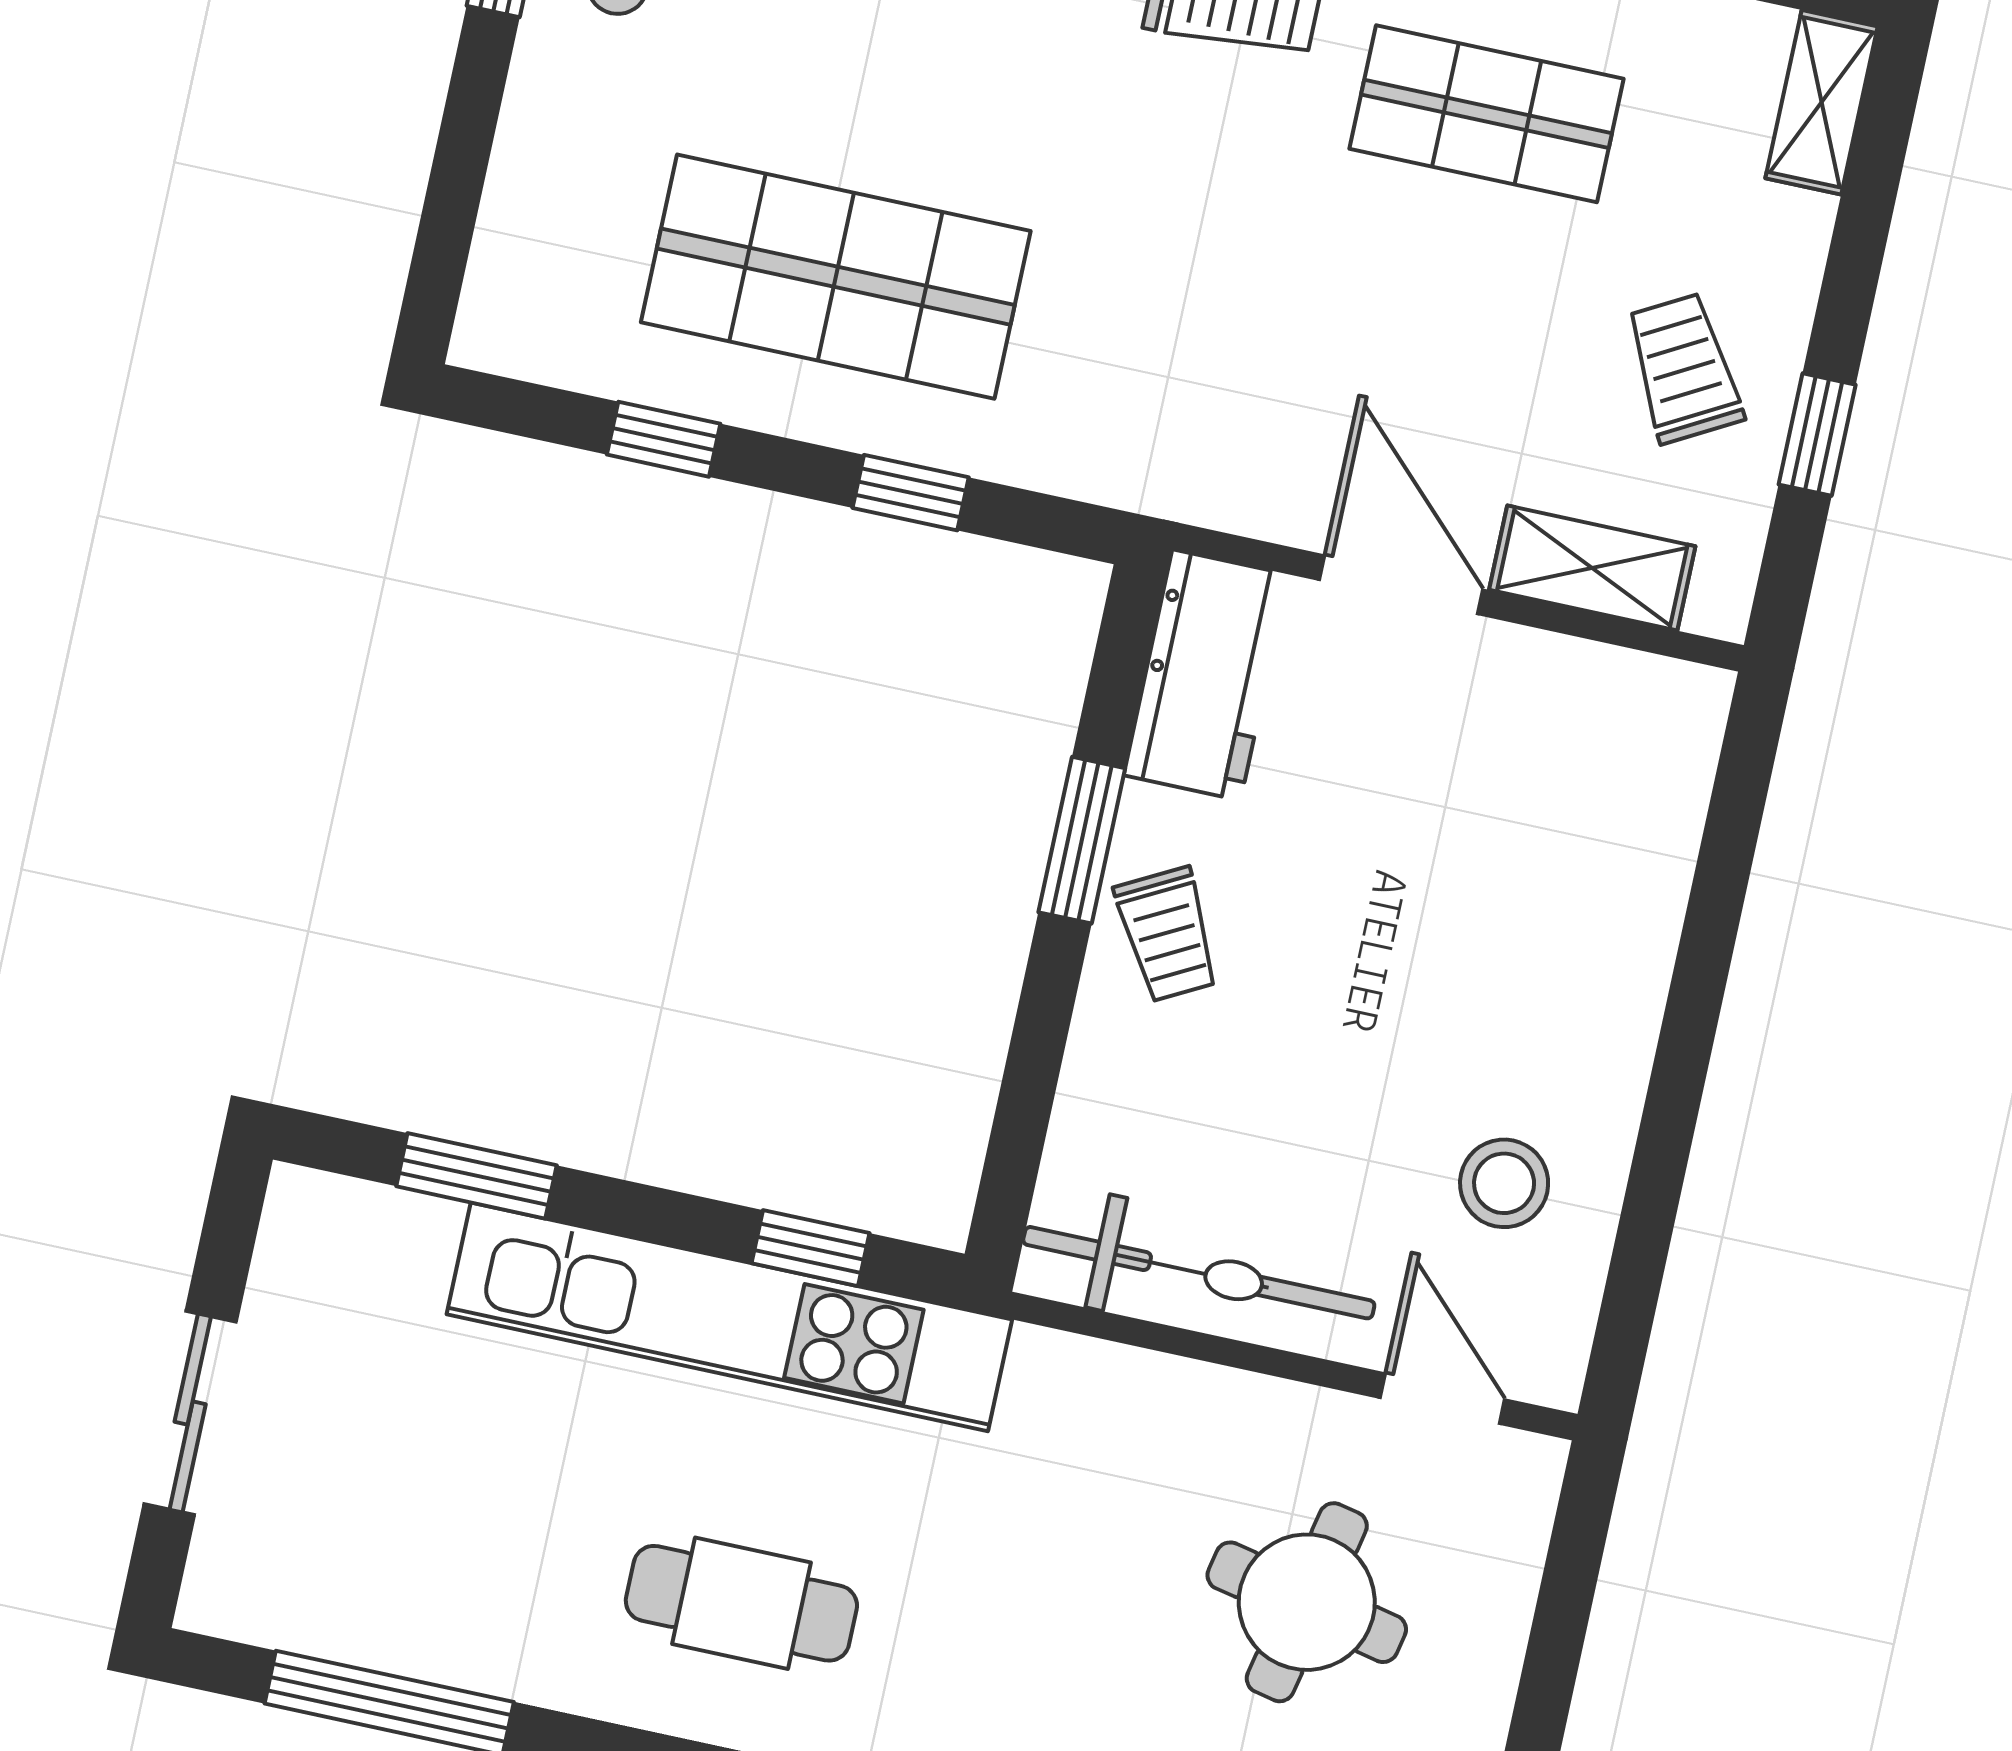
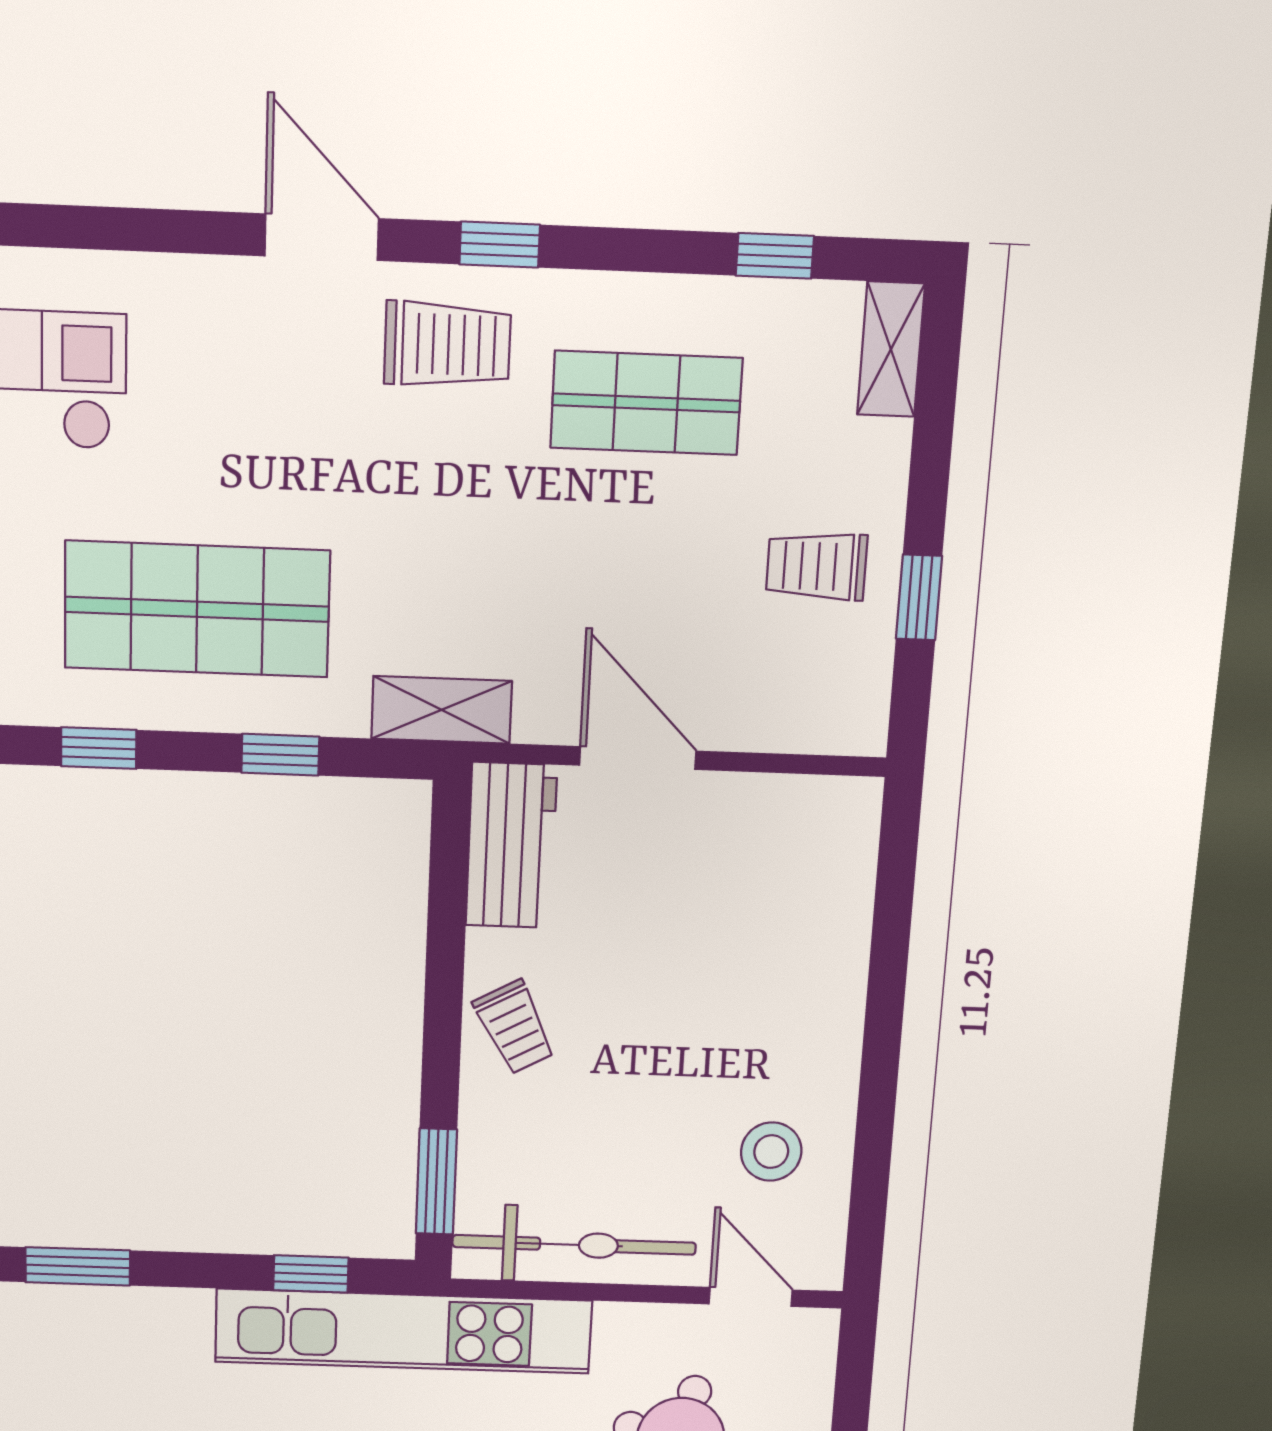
trolley: (1684, 368) -> (817, 566), turned -61
shelving: (1592, 568) -> (442, 710), moved
window: (1082, 840) -> (436, 1182), moved
kitchen unit: (729, 1317) -> (403, 1331), moved

